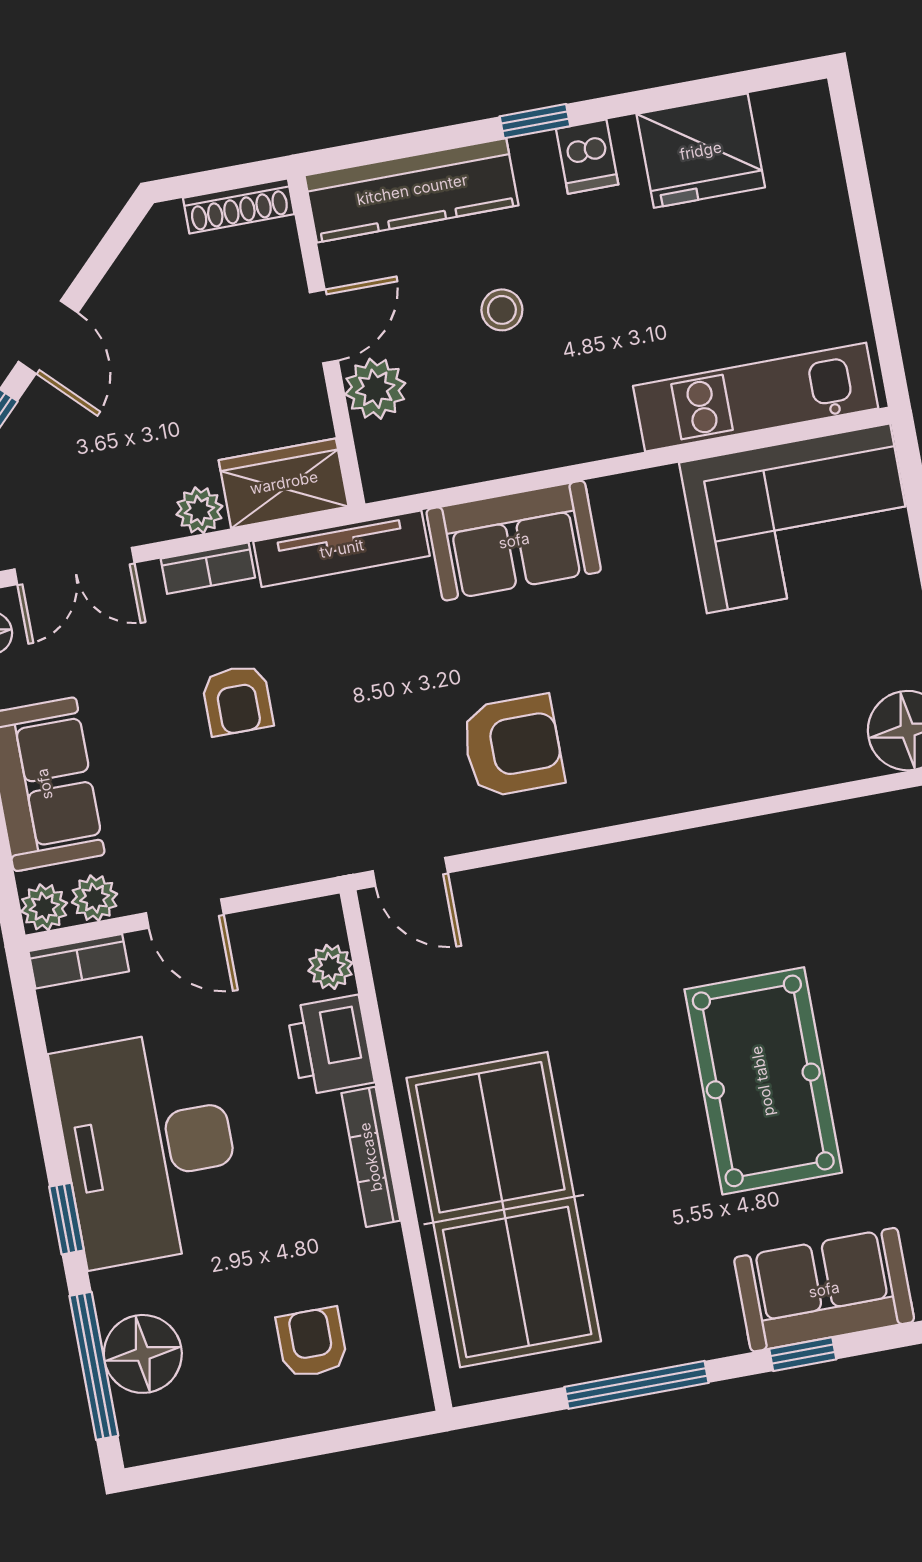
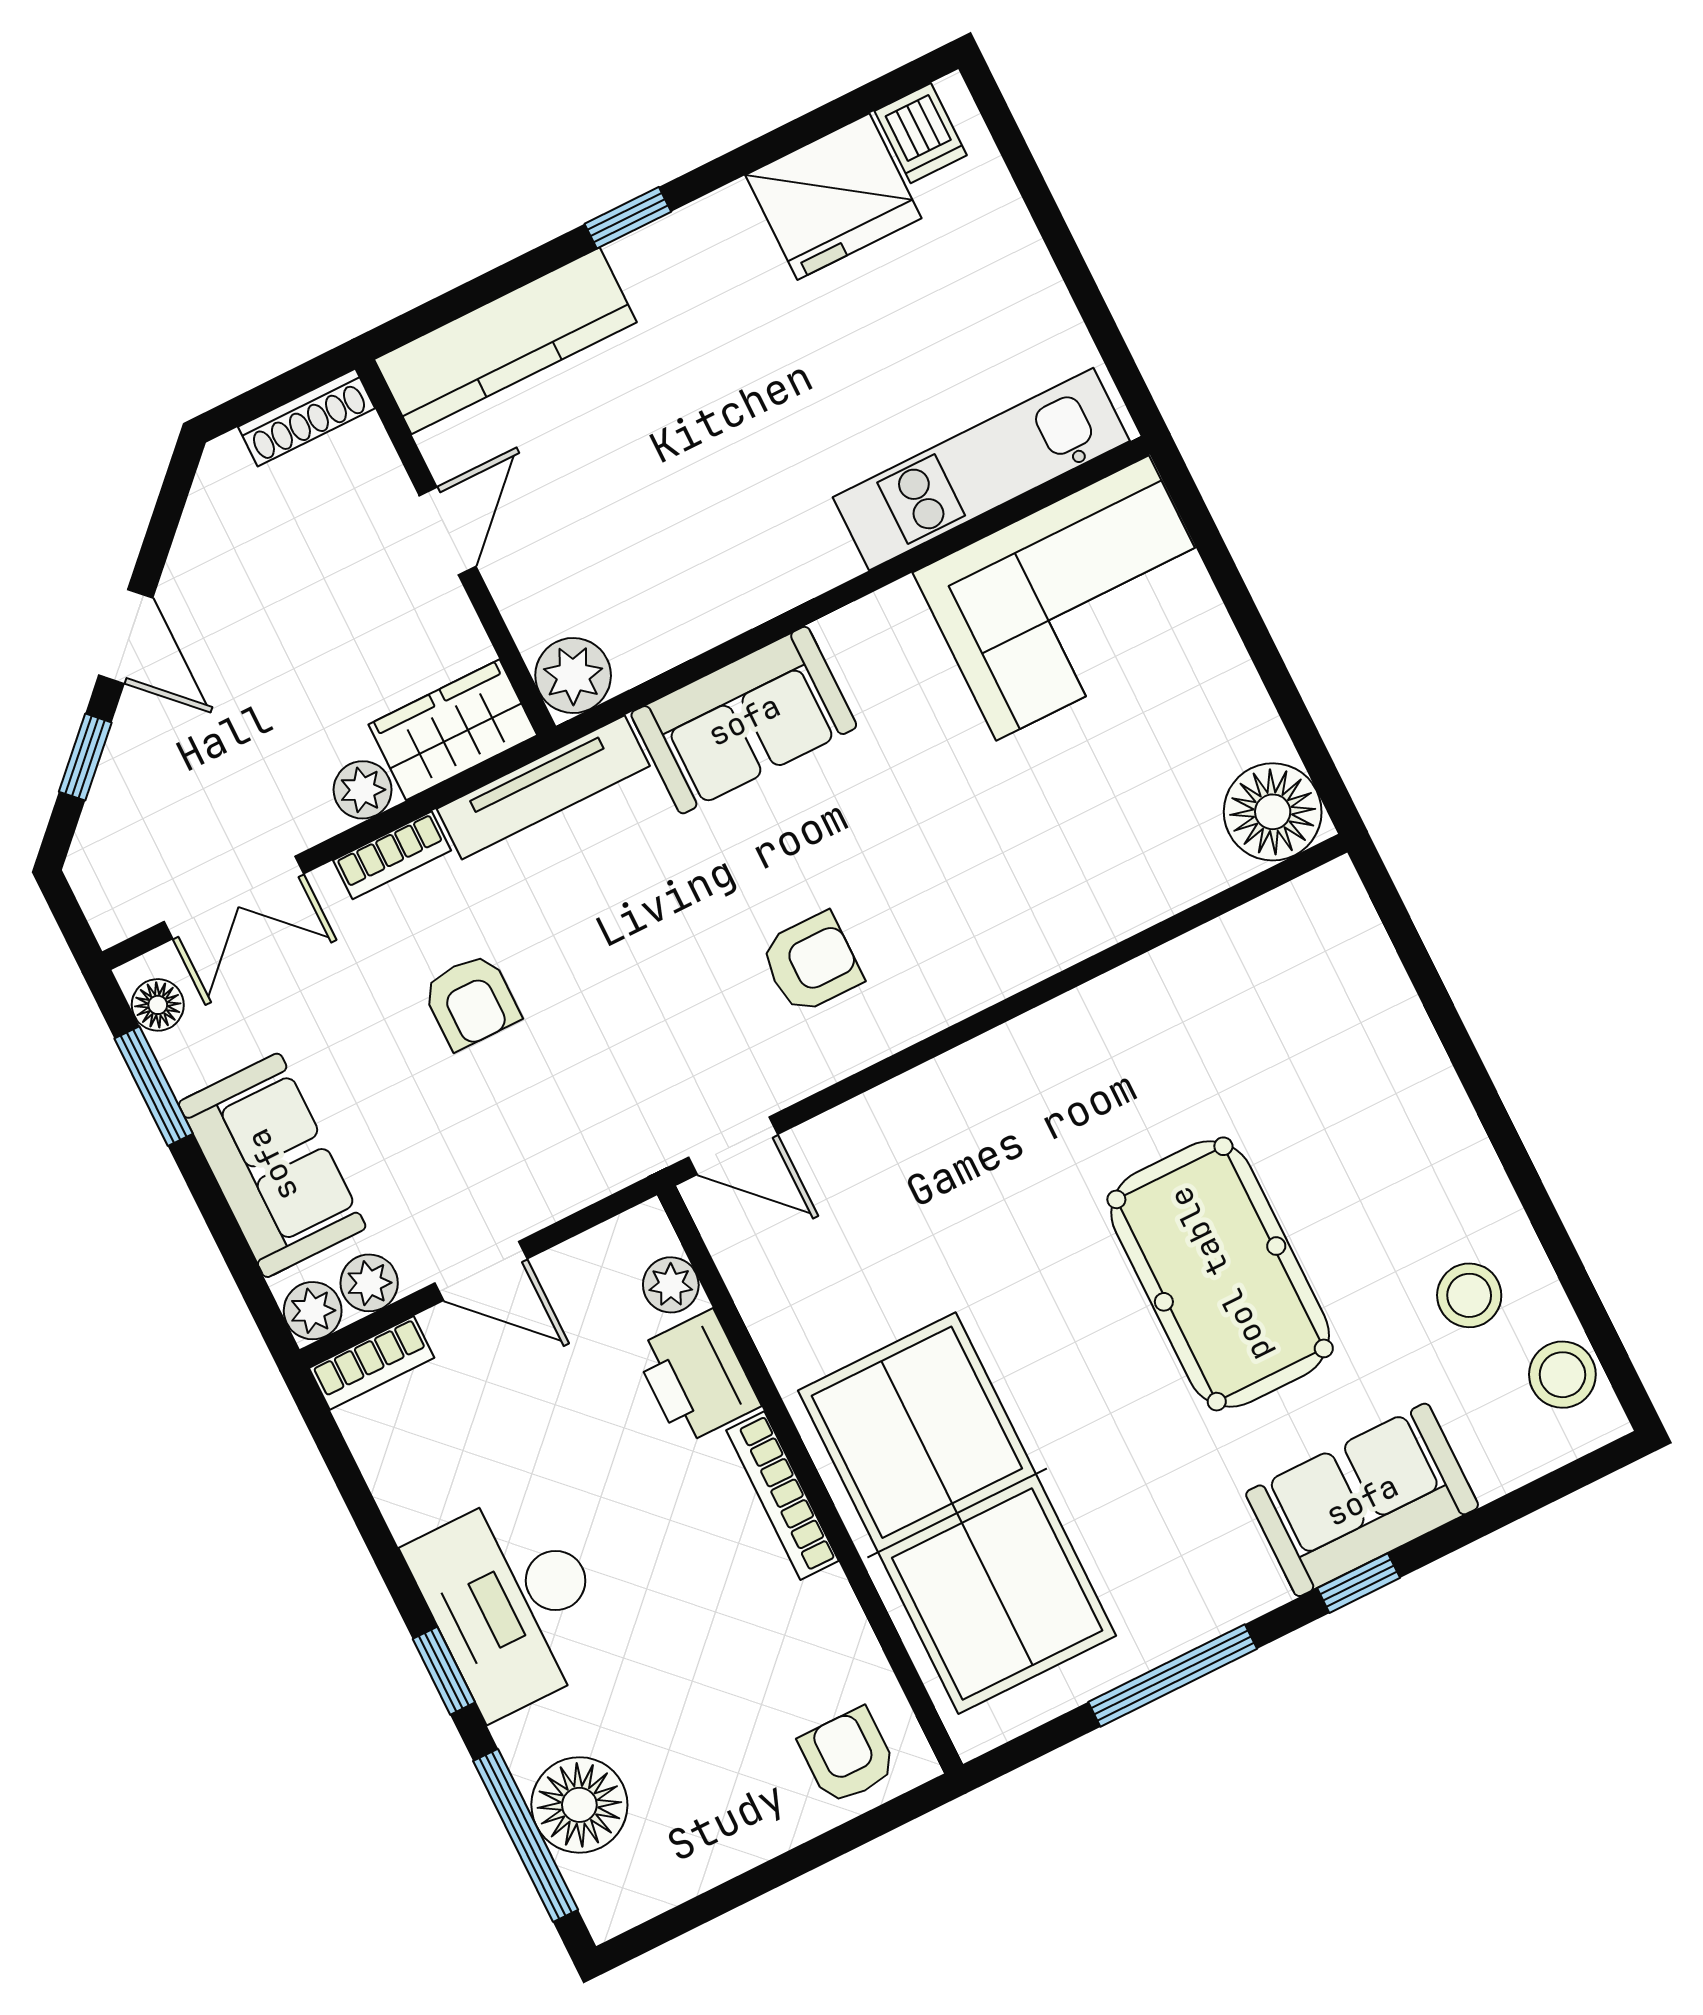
dishwasher: (587, 157) -> (921, 133), moved
stool: (502, 310) -> (652, 452), removed
plant: (375, 389) -> (573, 676), moved
armchair: (512, 746) -> (811, 963), width x0.72, depth x0.72
desk: (149, 1148) -> (512, 1602), width x0.73, depth x0.77
armchair: (312, 1343) -> (848, 1756), moved

